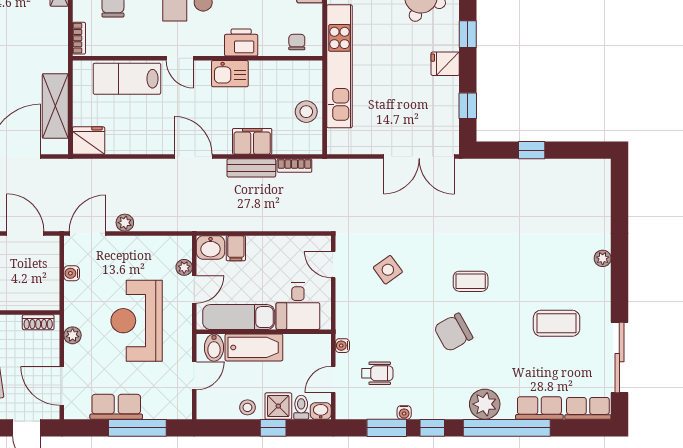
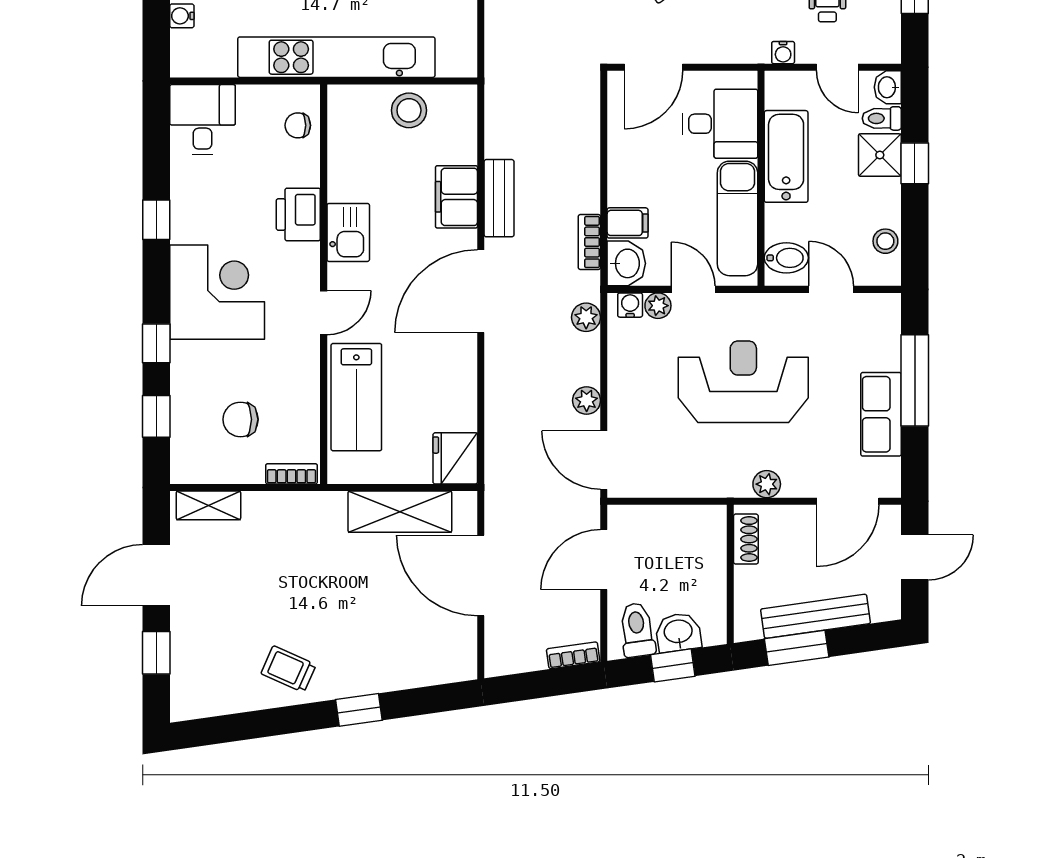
door: (193, 157) -> (481, 291), width x1.36
bookcase: (294, 166) -> (589, 242), moved, turned 180
plant: (177, 222) -> (586, 317), added
door: (333, 265) -> (654, 67), width x1.38
water cooler: (72, 273) -> (630, 305), moved, turned 180
reception desk: (137, 321) -> (743, 382), turned 180
bathtub: (254, 347) -> (786, 156), moved
stool: (247, 407) -> (885, 241), moved

